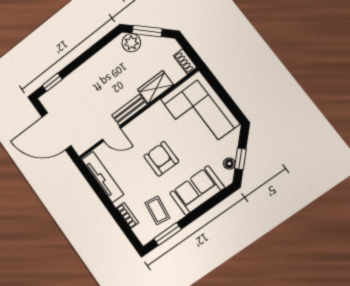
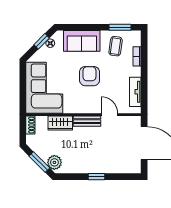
window: (52, 82) -> (97, 177), moved
armchair: (161, 159) -> (89, 76), turned 180
tv unit: (103, 177) -> (135, 92), width x0.71

